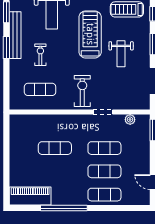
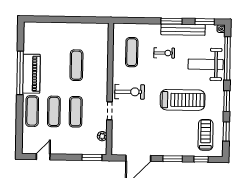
weight bench: (121, 54) -> (164, 129), removed
piano: (30, 196) -> (31, 74), moved

